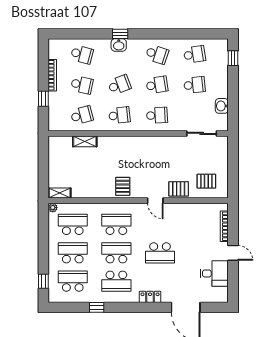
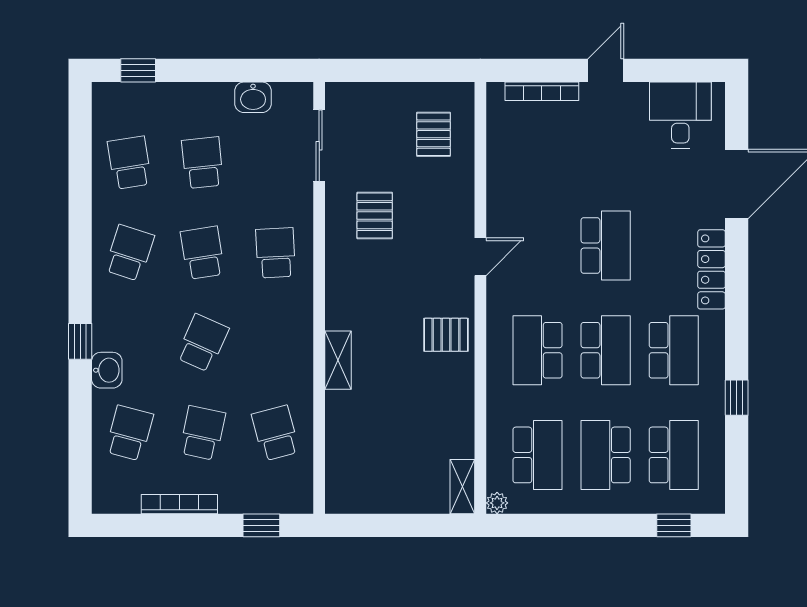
washbasin: (119, 45) -> (107, 370), moved
school desk: (119, 85) -> (202, 343), turned 45
window: (43, 99) -> (261, 525), moved
school desk: (119, 115) -> (276, 343), removed
shelving: (85, 141) -> (338, 360), moved
pallet: (179, 189) -> (375, 216), moved
school desk: (73, 224) -> (538, 455), turned 180
school desk: (116, 253) -> (606, 350), turned 180
desk: (214, 273) -> (680, 115), moved
school desk: (73, 281) -> (674, 455), turned 180
locker: (150, 297) -> (711, 269), width x1.53

